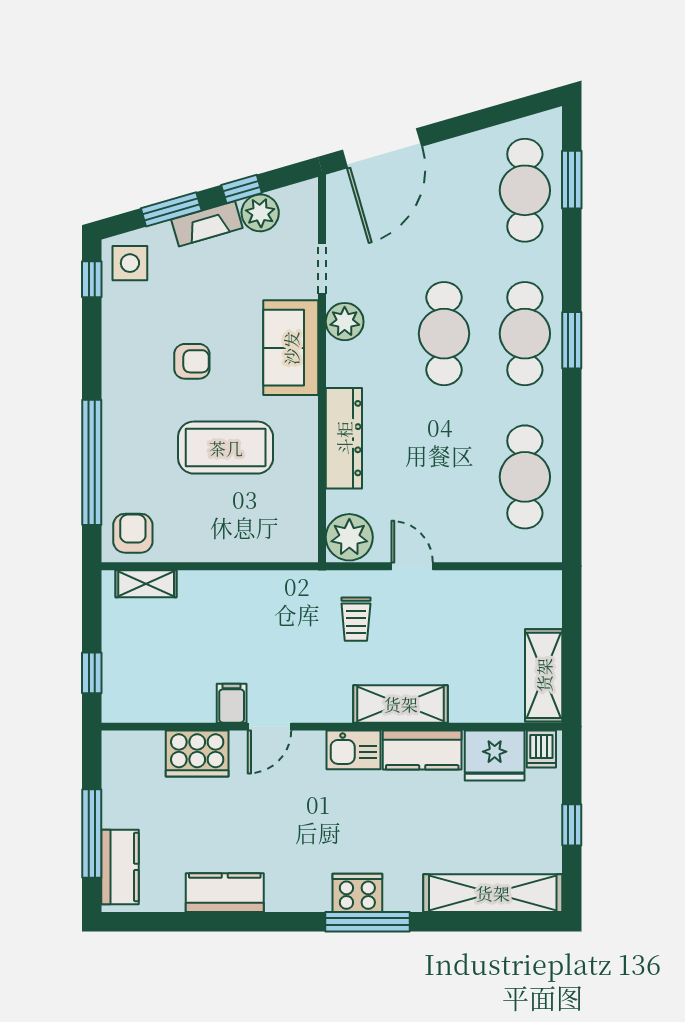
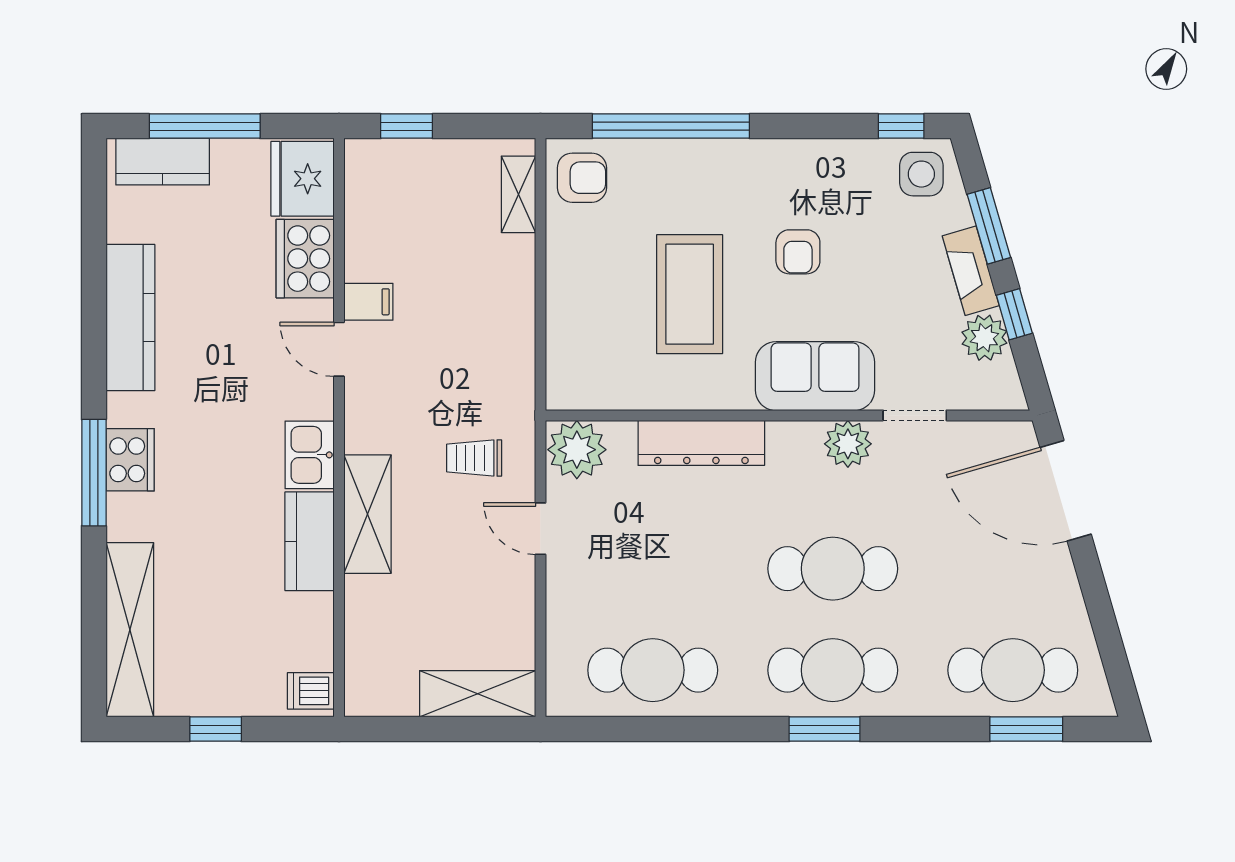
door: (412, 566) -> (541, 529), swing flipped
shelving: (544, 675) -> (478, 694), moved
fridge: (495, 756) -> (303, 179), moved
kitchen counter: (225, 893) -> (130, 318), width x1.50

